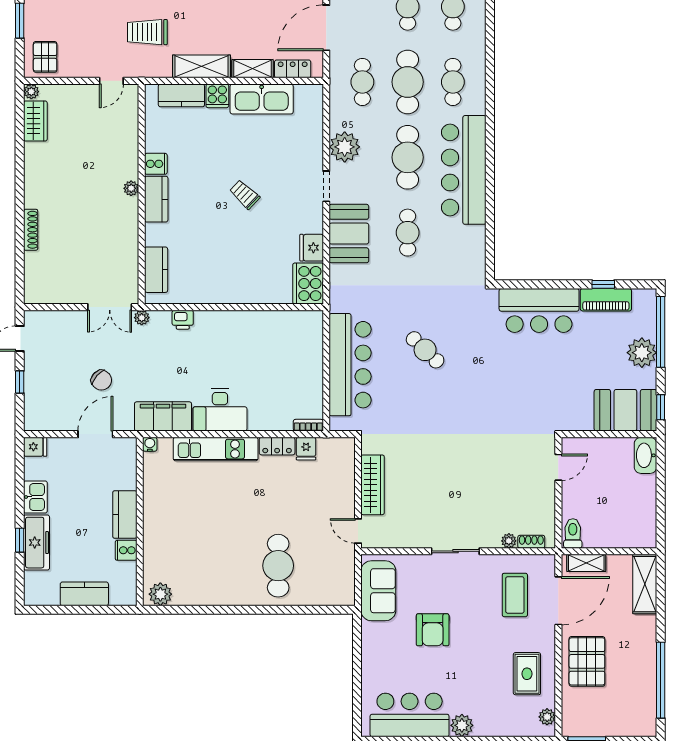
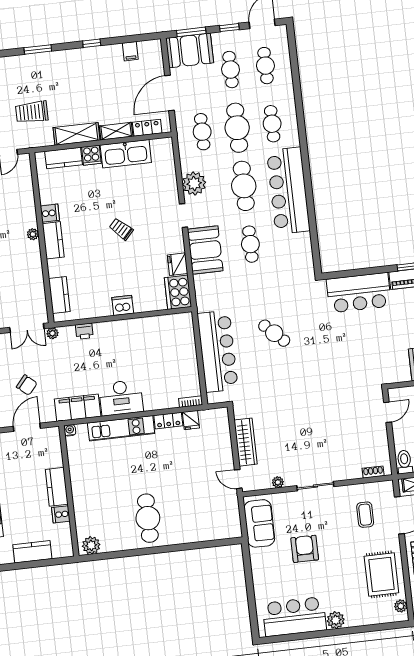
dishwasher: (236, 292) -> (123, 305), added
plant: (509, 541) -> (278, 482), moved
cafe table: (278, 566) -> (148, 518), moved
coffee table: (515, 595) -> (365, 515), width x0.73, depth x0.77
armchair: (433, 630) -> (305, 549), turned 180
rug: (527, 674) -> (381, 574), width x1.36, depth x1.43

